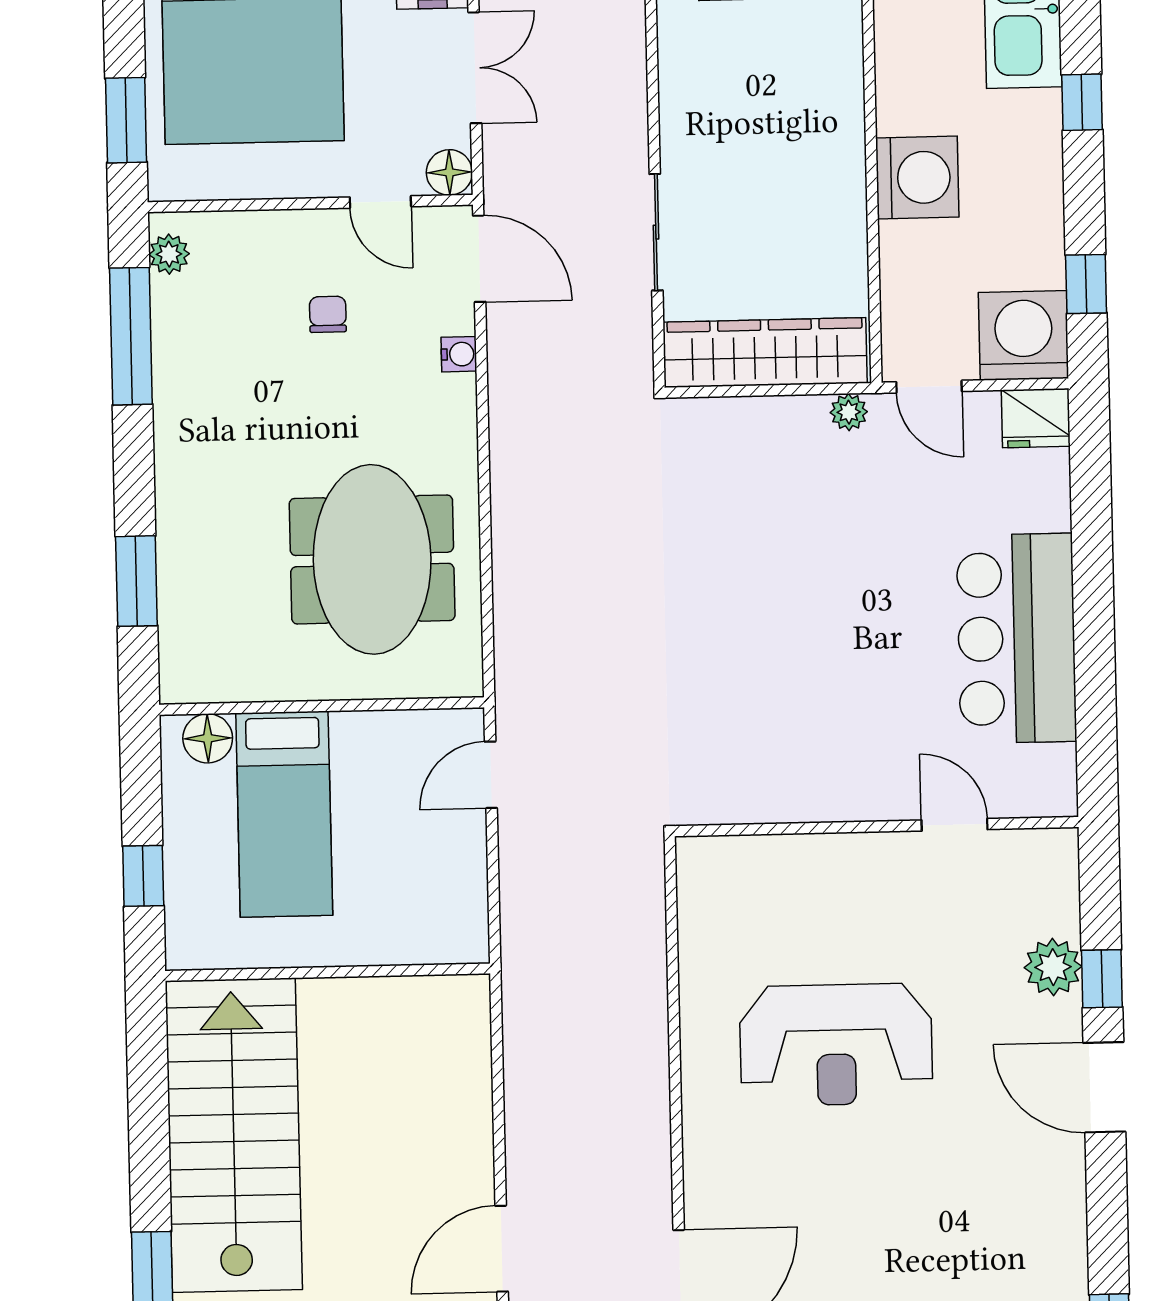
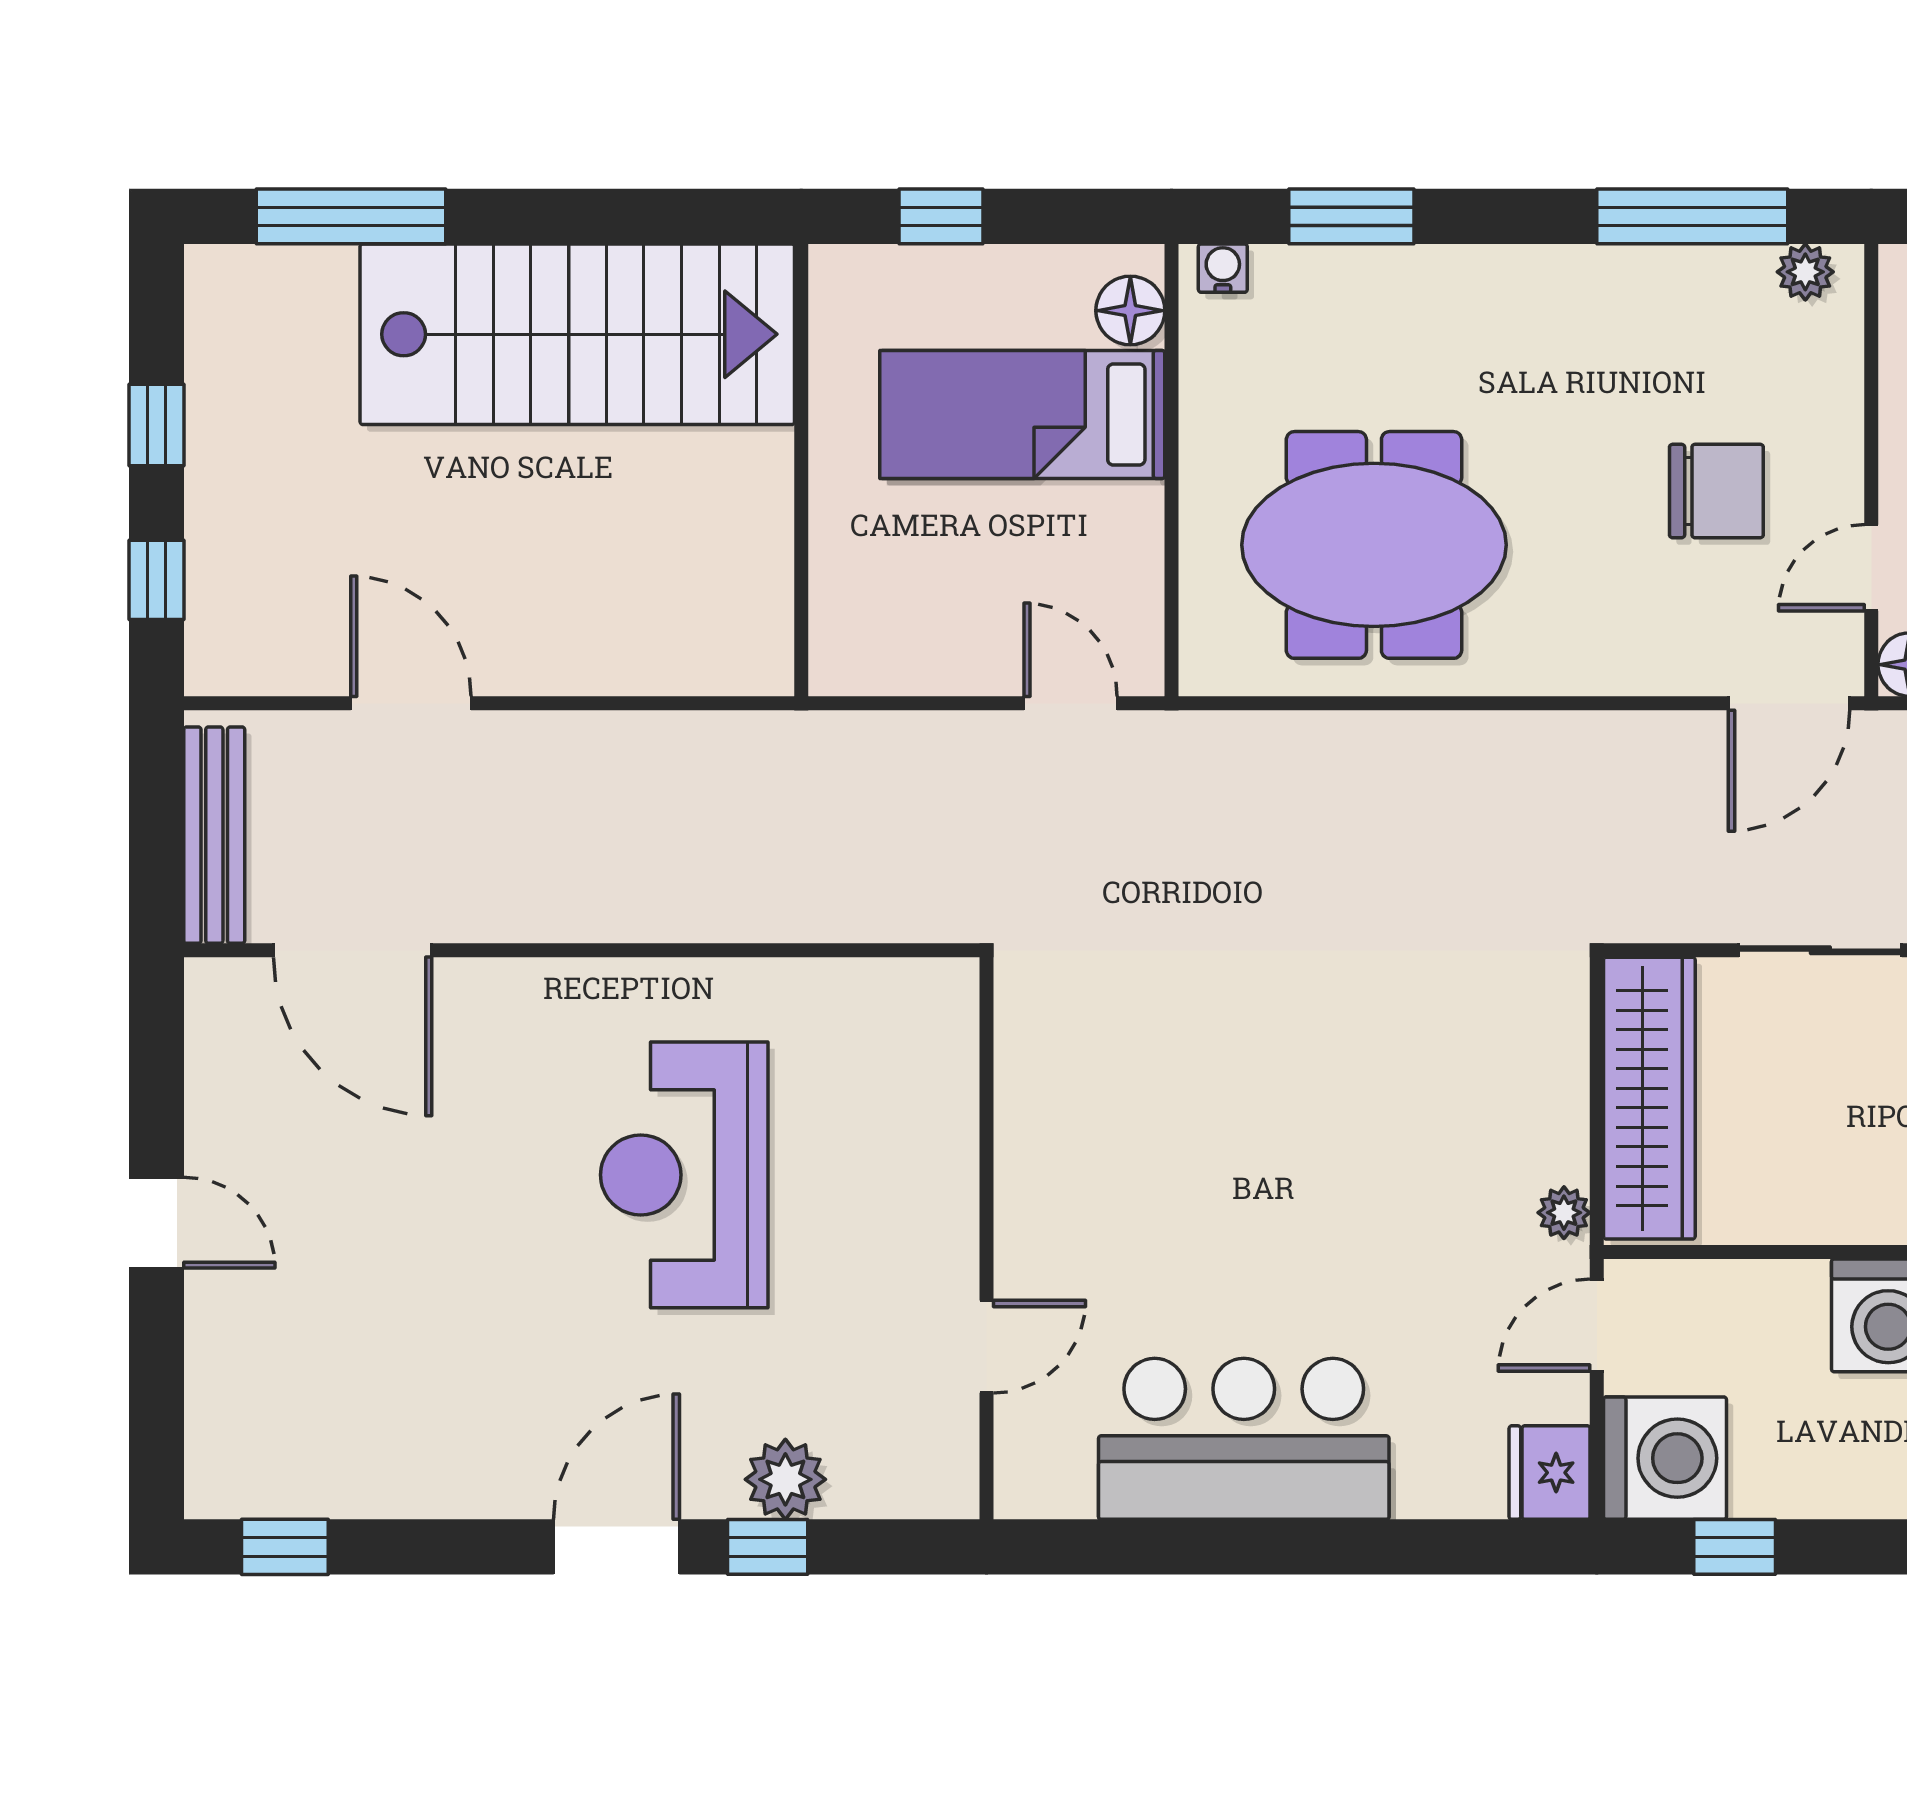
chair: (328, 314) -> (1716, 491), width x1.87, depth x1.87
water cooler: (459, 354) -> (1223, 268), moved, turned 180

